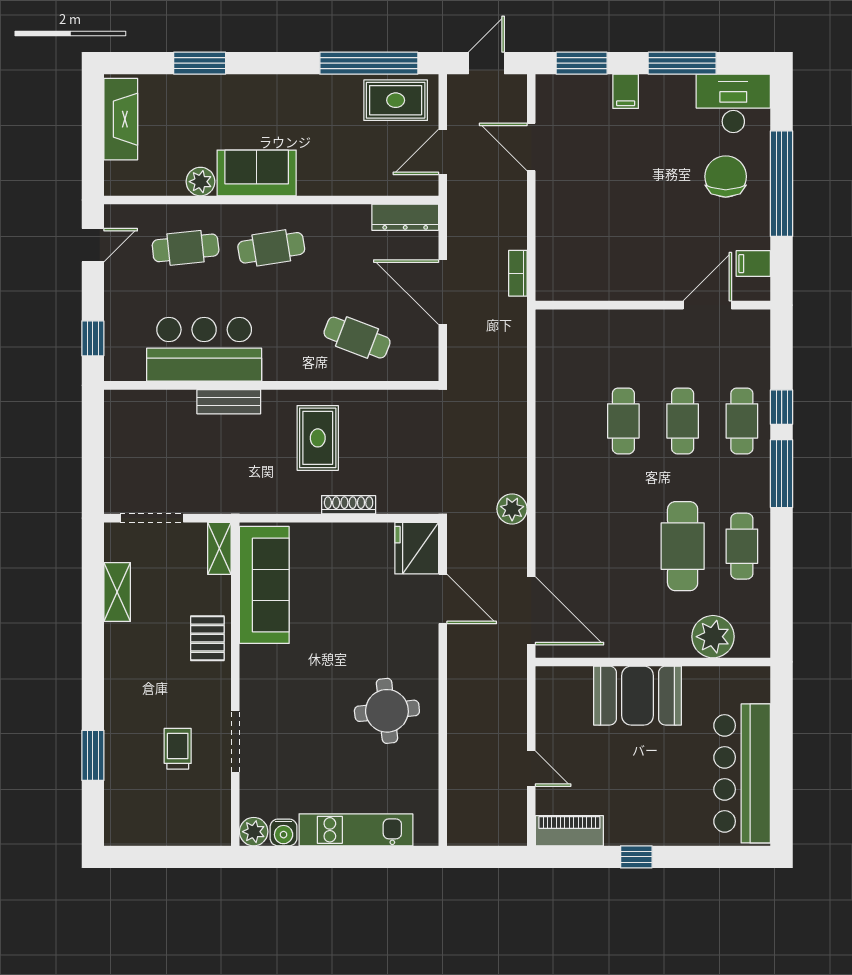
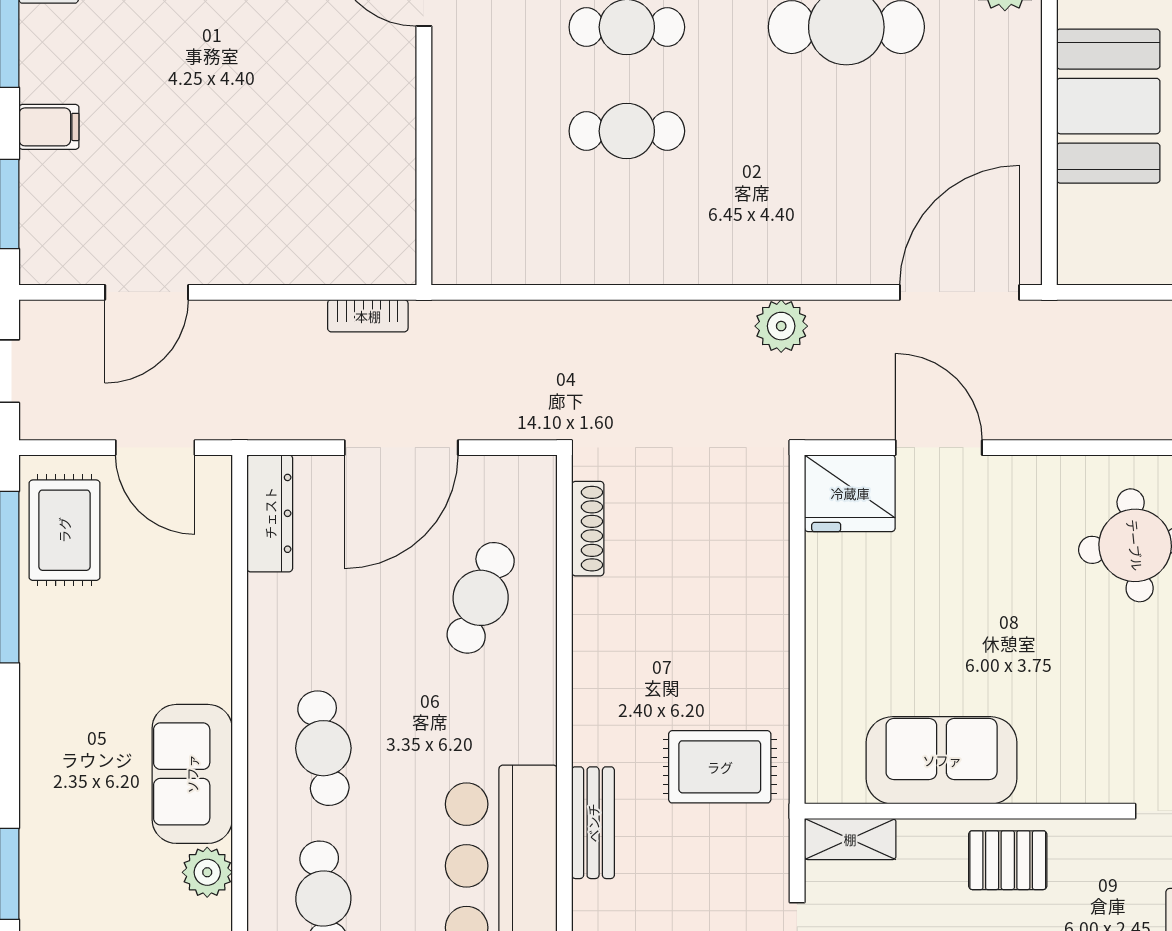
rug: (318, 438) -> (720, 767), moved
shoe rack: (349, 505) -> (588, 529), moved, turned 180
sofa: (264, 585) -> (942, 760), width x0.73
door: (443, 599) -> (939, 448), hinge flipped

